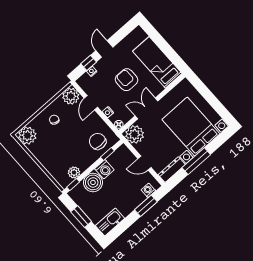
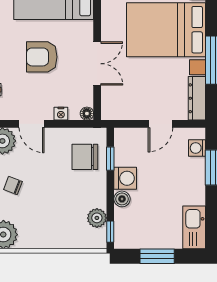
double door: (146, 108) -> (97, 64), swing flipped
plant: (135, 134) -> (116, 105), removed
boiler: (93, 182) -> (122, 199), width x0.54, depth x0.54

